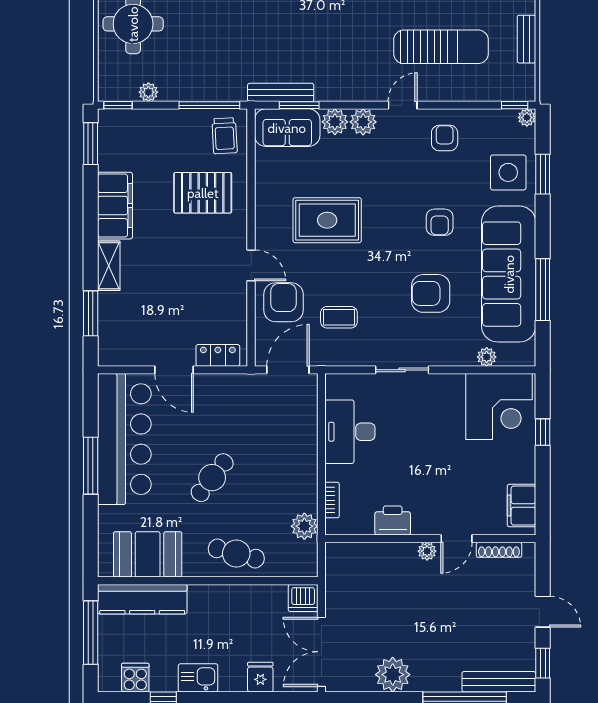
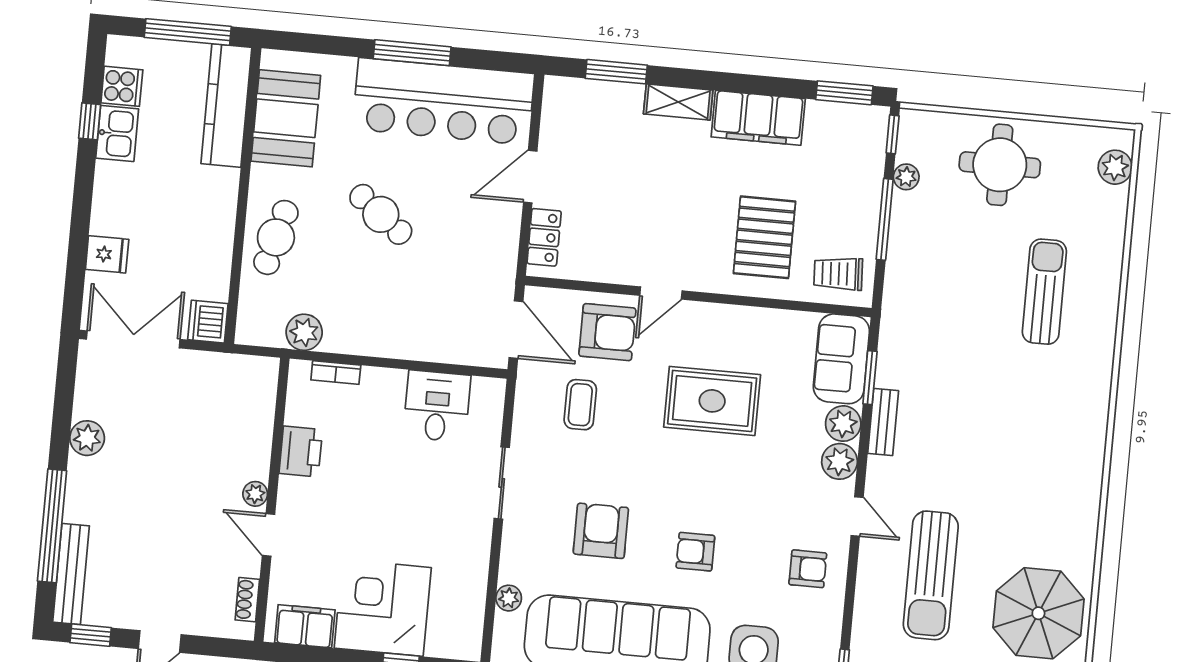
bench: (281, 92) -> (883, 422), moved, width x0.73
window: (209, 105) -> (885, 219), moved
rug: (327, 220) -> (712, 401), turned 90
corner desk: (499, 407) -> (383, 608), moved, turned 90
desk: (350, 432) -> (437, 406), width x0.73
shoe rack: (499, 550) -> (247, 600), width x0.70
plant: (393, 675) -> (87, 438), width x0.73, depth x0.73
kitchen sink: (198, 678) -> (117, 133), moved

